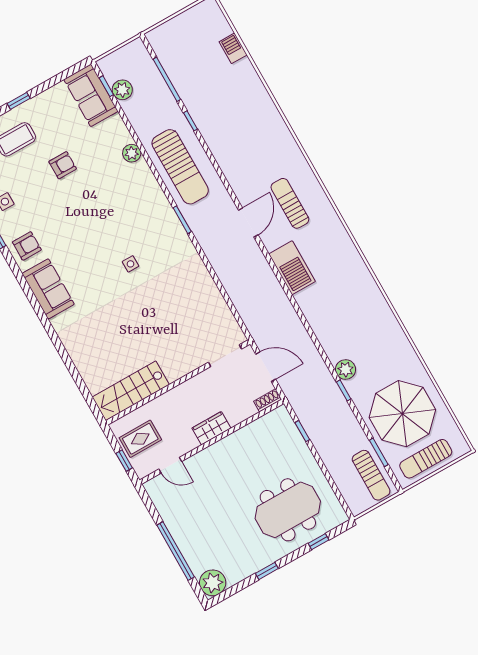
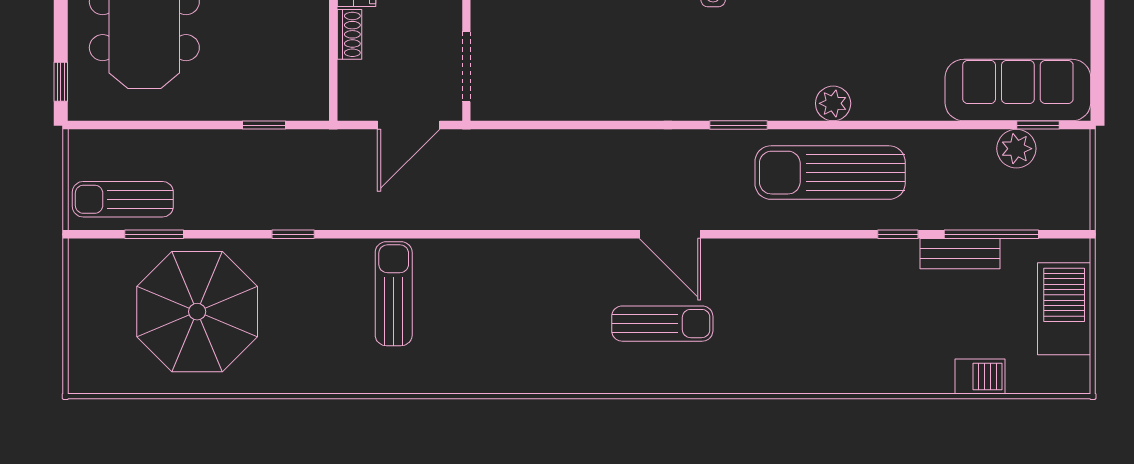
bench: (183, 88) -> (960, 254), added
sofa: (91, 95) -> (1018, 90), width x1.36
plant: (132, 153) -> (833, 103), moved
barbecue: (292, 268) -> (1064, 309), moved, turned 90
plant: (346, 370) -> (327, 258), removed
shoe rack: (268, 400) -> (349, 34), moved
sun lounger: (426, 459) -> (394, 294), moved
window: (319, 542) -> (61, 82), moved

